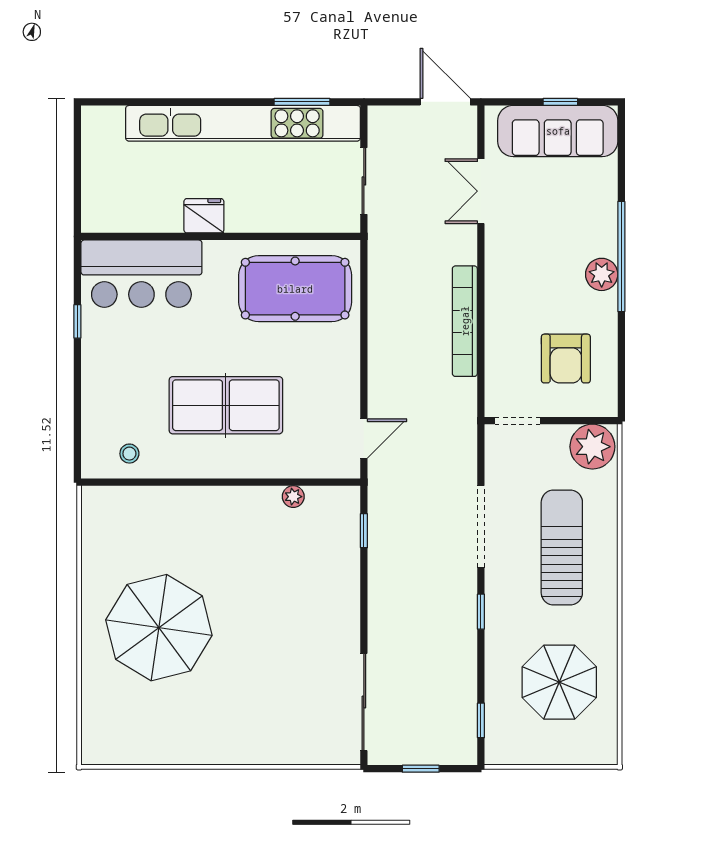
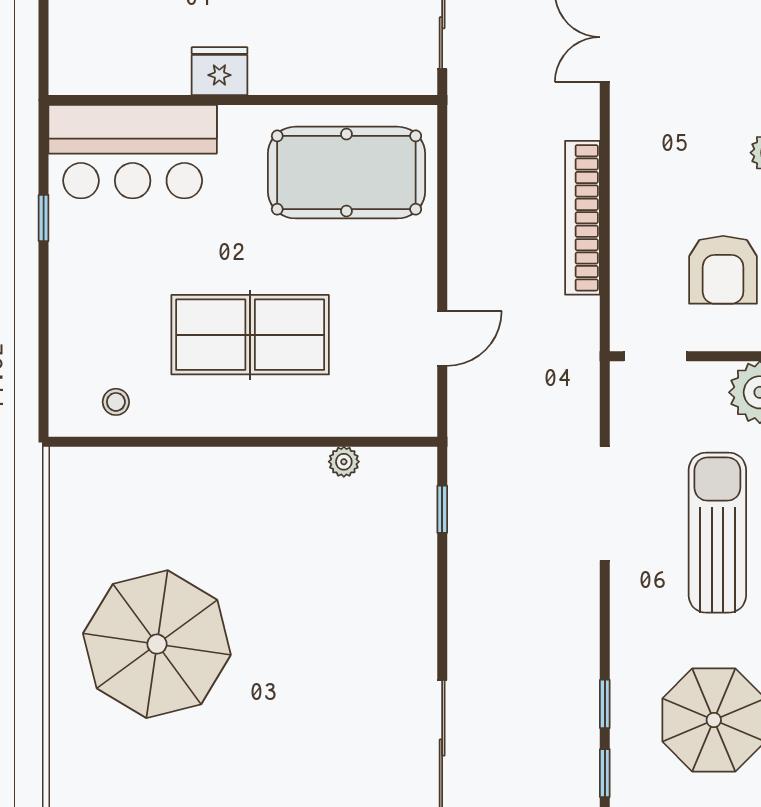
door: (364, 438) -> (442, 339), moved
window: (481, 612) -> (605, 704), moved

